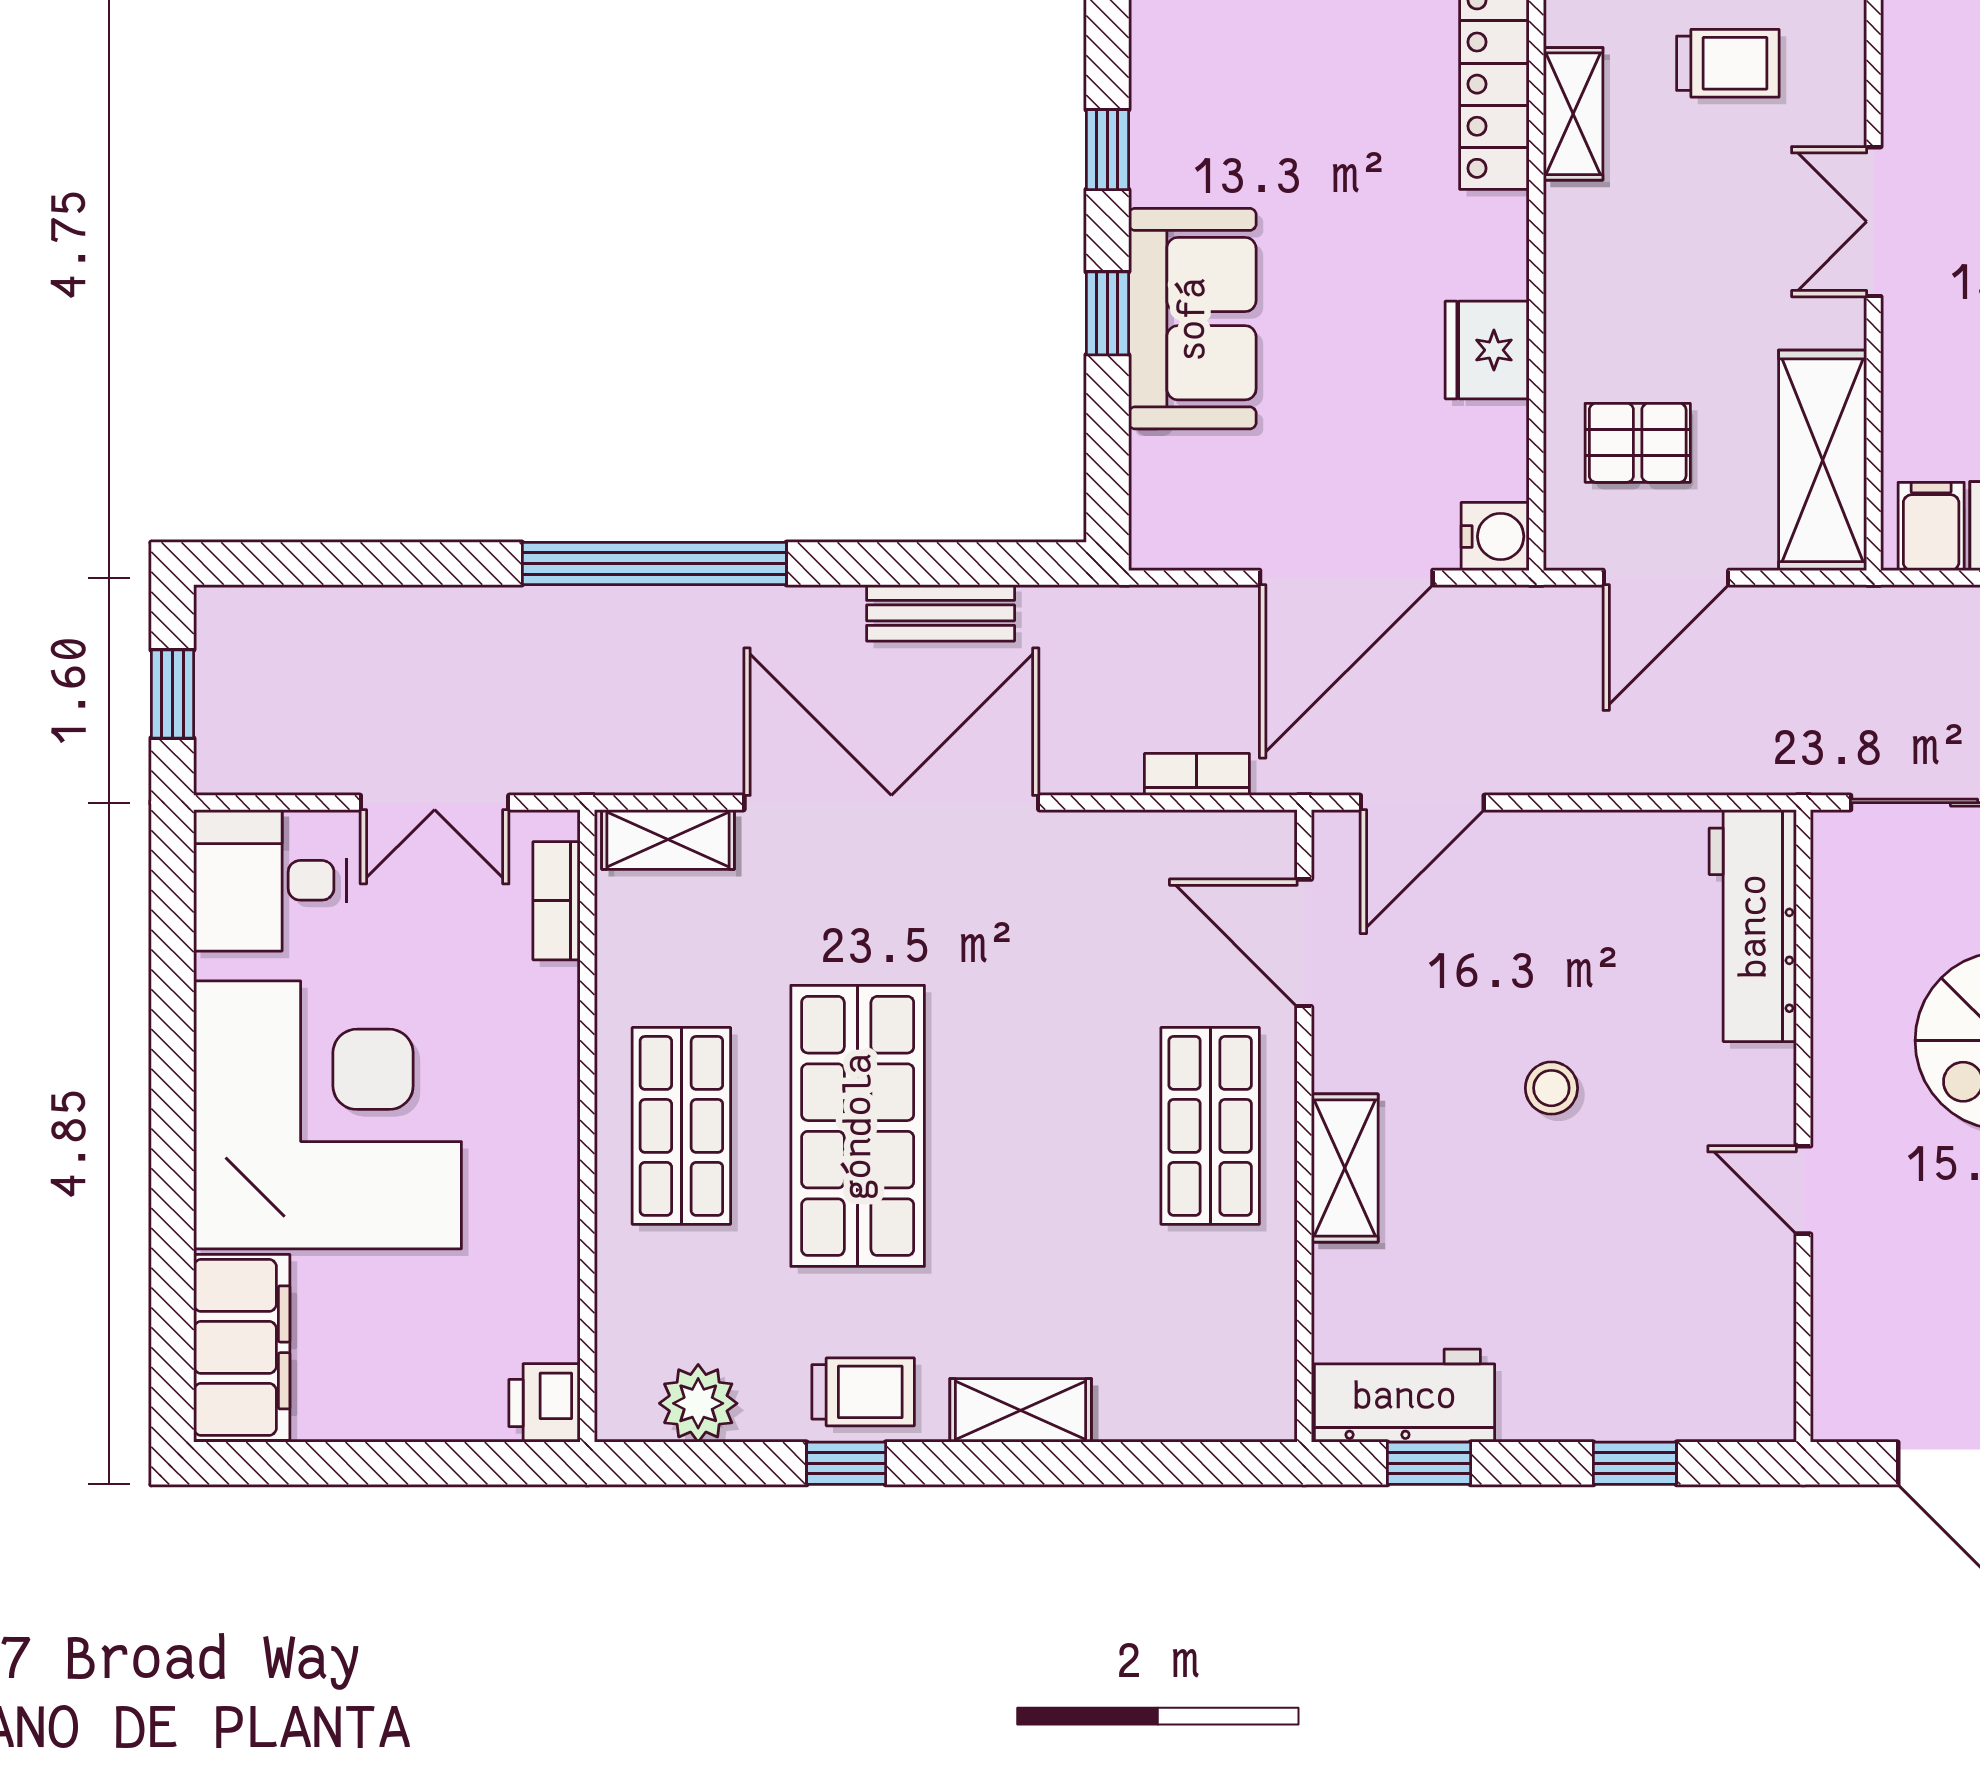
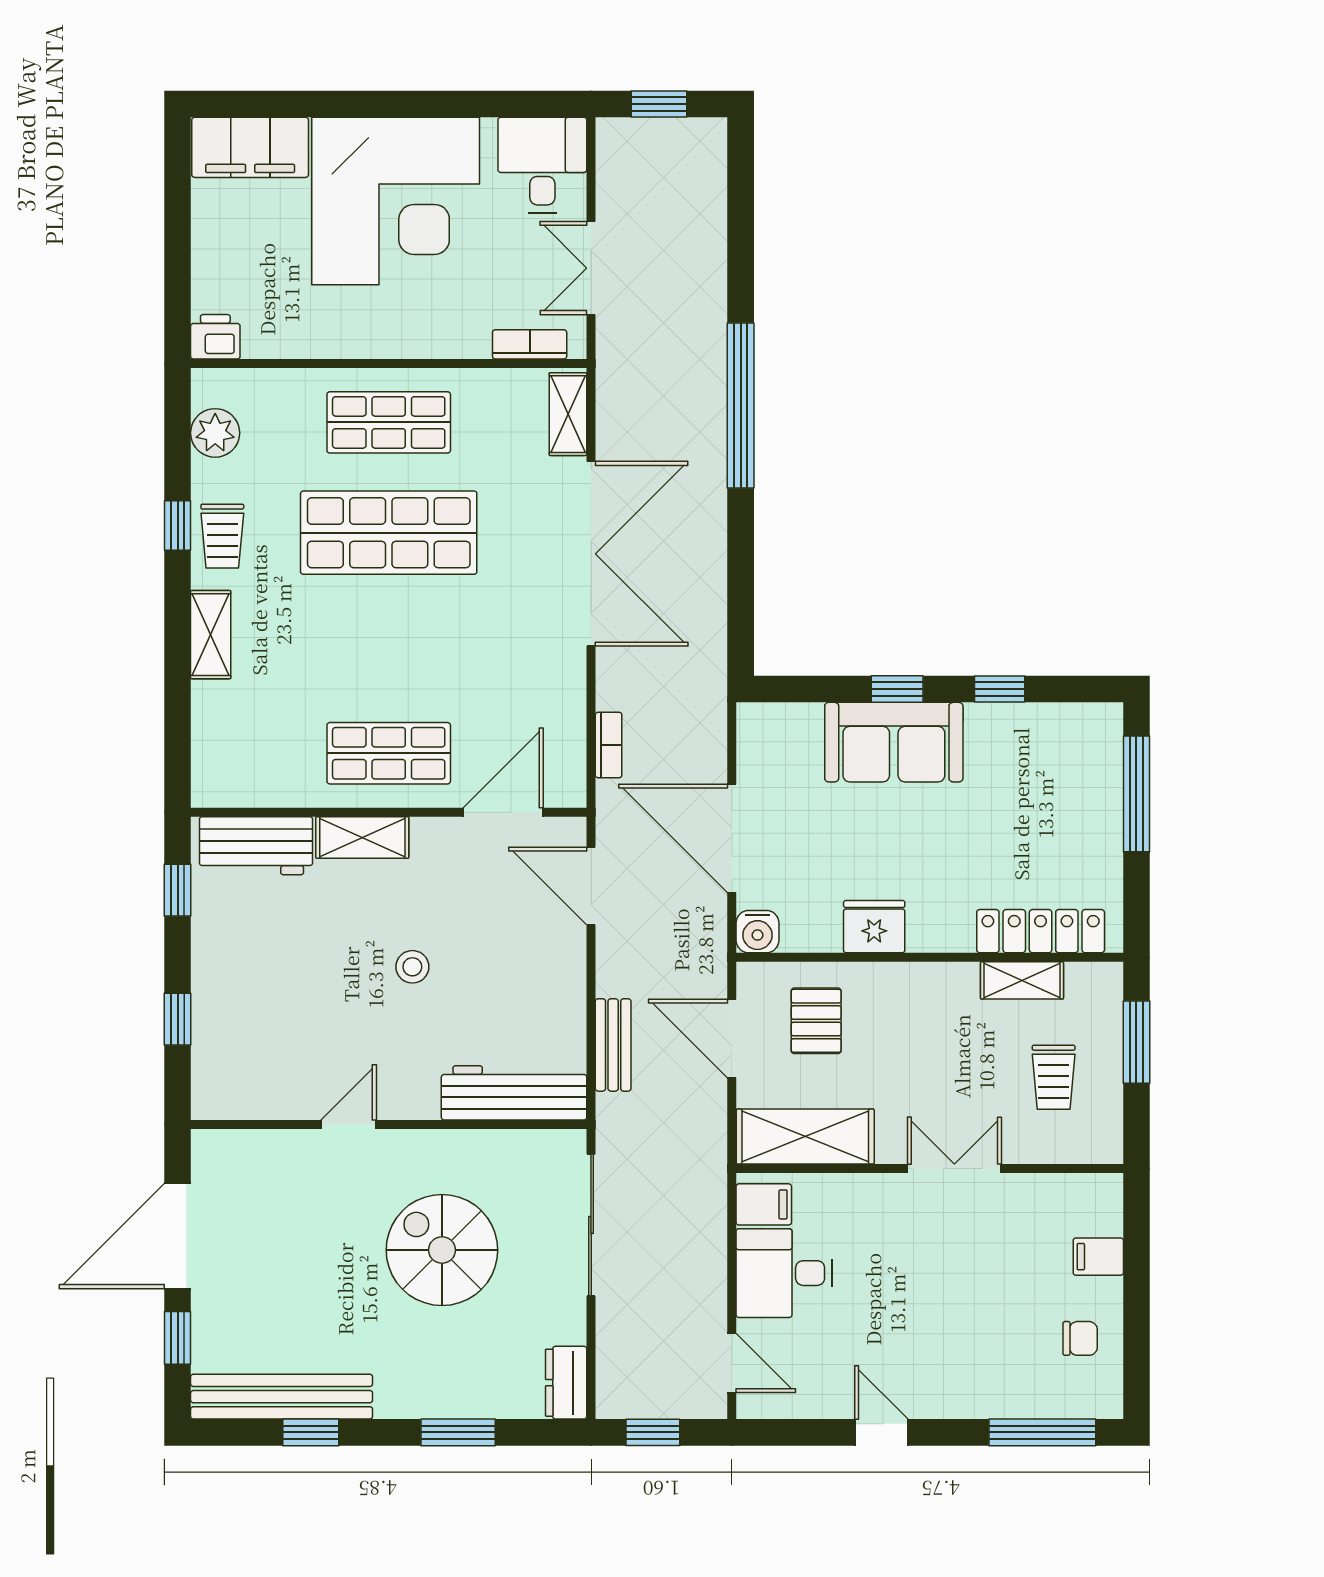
bench: (941, 613) -> (613, 1045), moved
workbench: (1405, 1396) -> (256, 846), moved, turned 90

